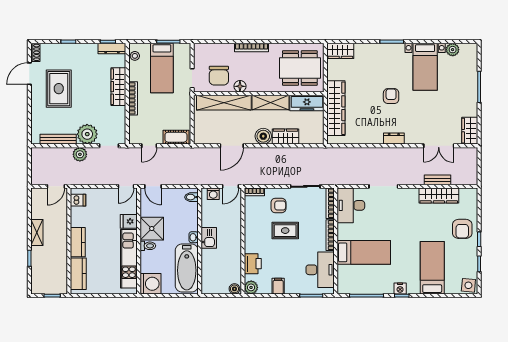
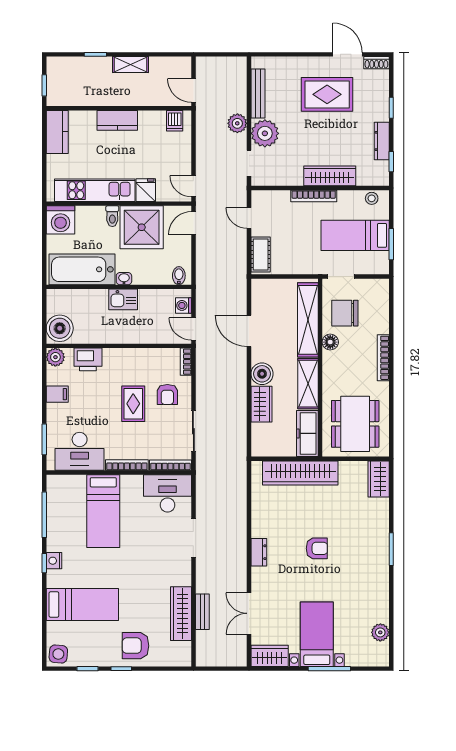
dresser: (112, 48) -> (382, 141), moved
bed with nightstands: (425, 67) -> (317, 634), moved, turned 90
shower: (152, 229) -> (142, 227), width x1.37, depth x1.37
kitchen counter: (78, 274) -> (57, 132), moved, turned -90
boiler: (234, 289) -> (60, 328), width x1.86, depth x1.86

